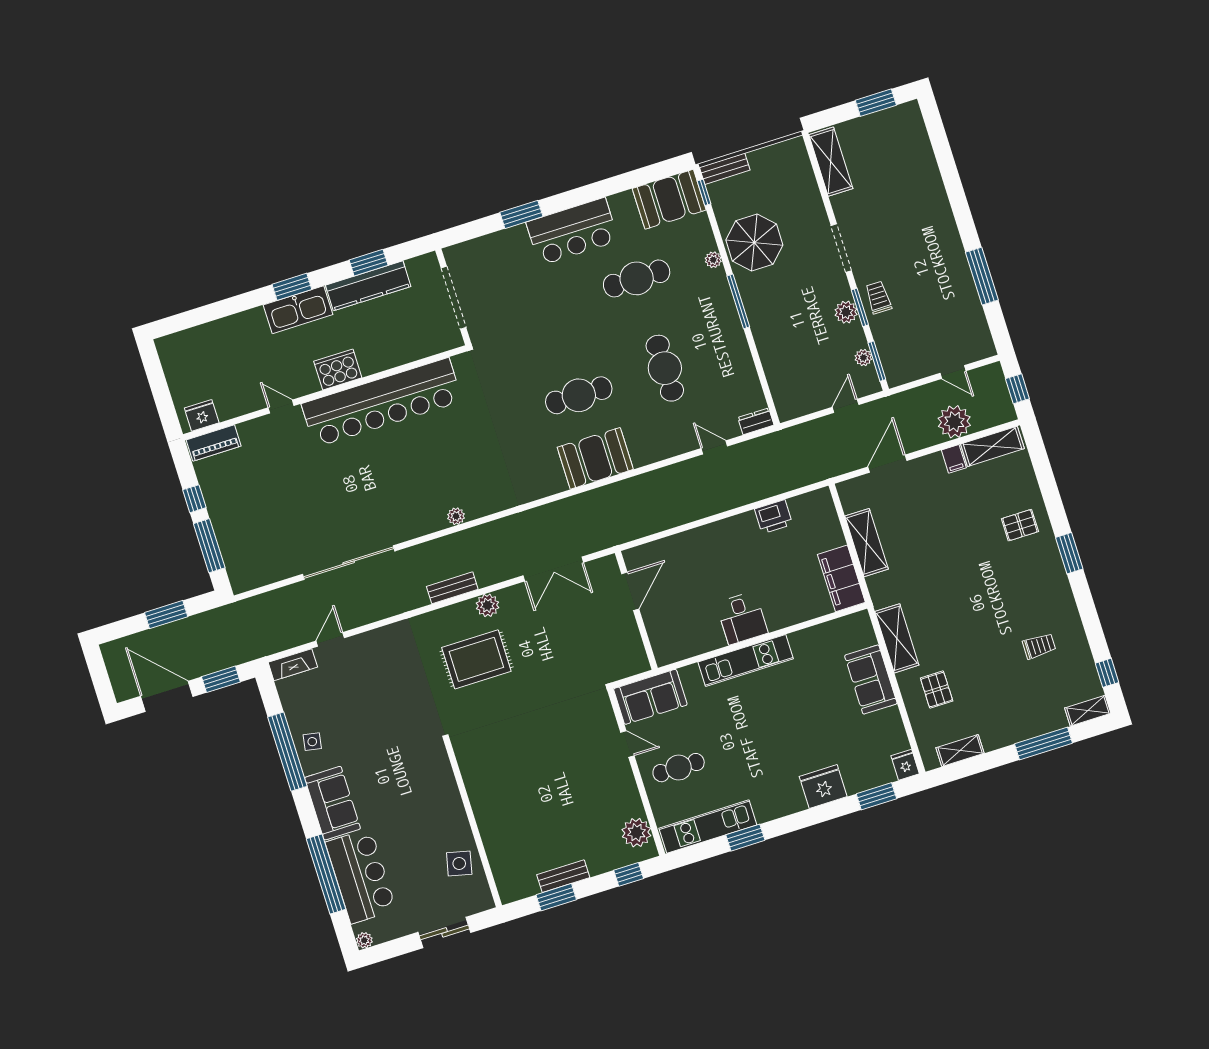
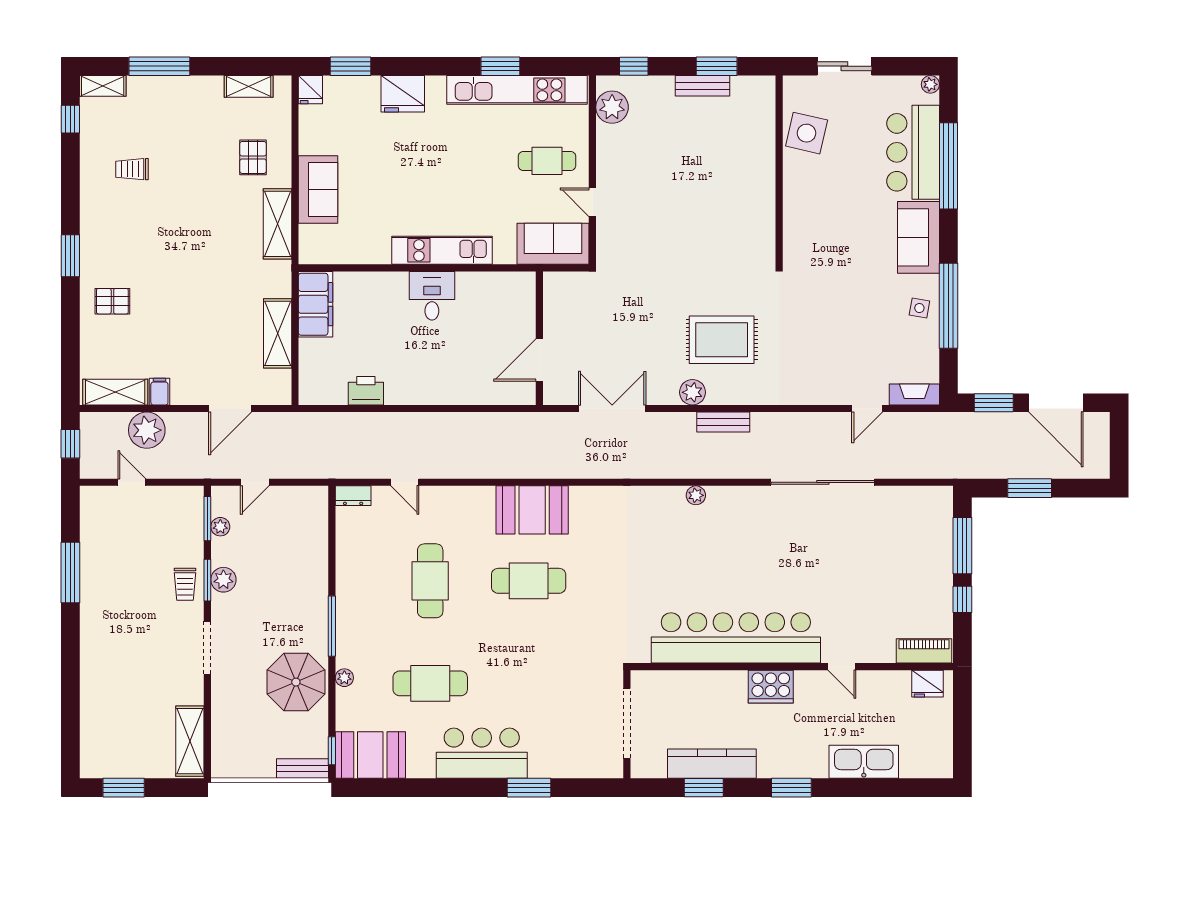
kitchen sink: (298, 310) -> (864, 762), moved
kitchen unit: (708, 827) -> (517, 90), width x1.36
side table: (459, 864) -> (807, 133), width x1.37, depth x1.37

